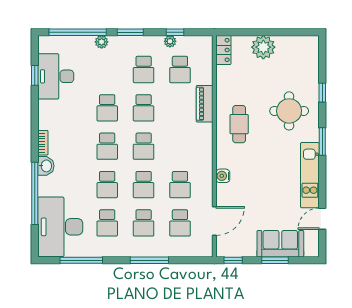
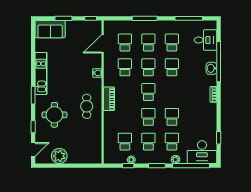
plant: (263, 47) -> (59, 156), moved
locker: (223, 50) -> (97, 154), removed
desk: (56, 76) -> (202, 152), moved, turned 90
piano: (205, 104) -> (109, 99), moved
school desk: (107, 146) -> (172, 142), moved
washbasin: (46, 166) -> (211, 68), moved
door: (322, 219) -> (33, 150), moved
desk: (60, 227) -> (206, 40), width x0.53, depth x0.77
sofa: (280, 244) -> (50, 29), moved

